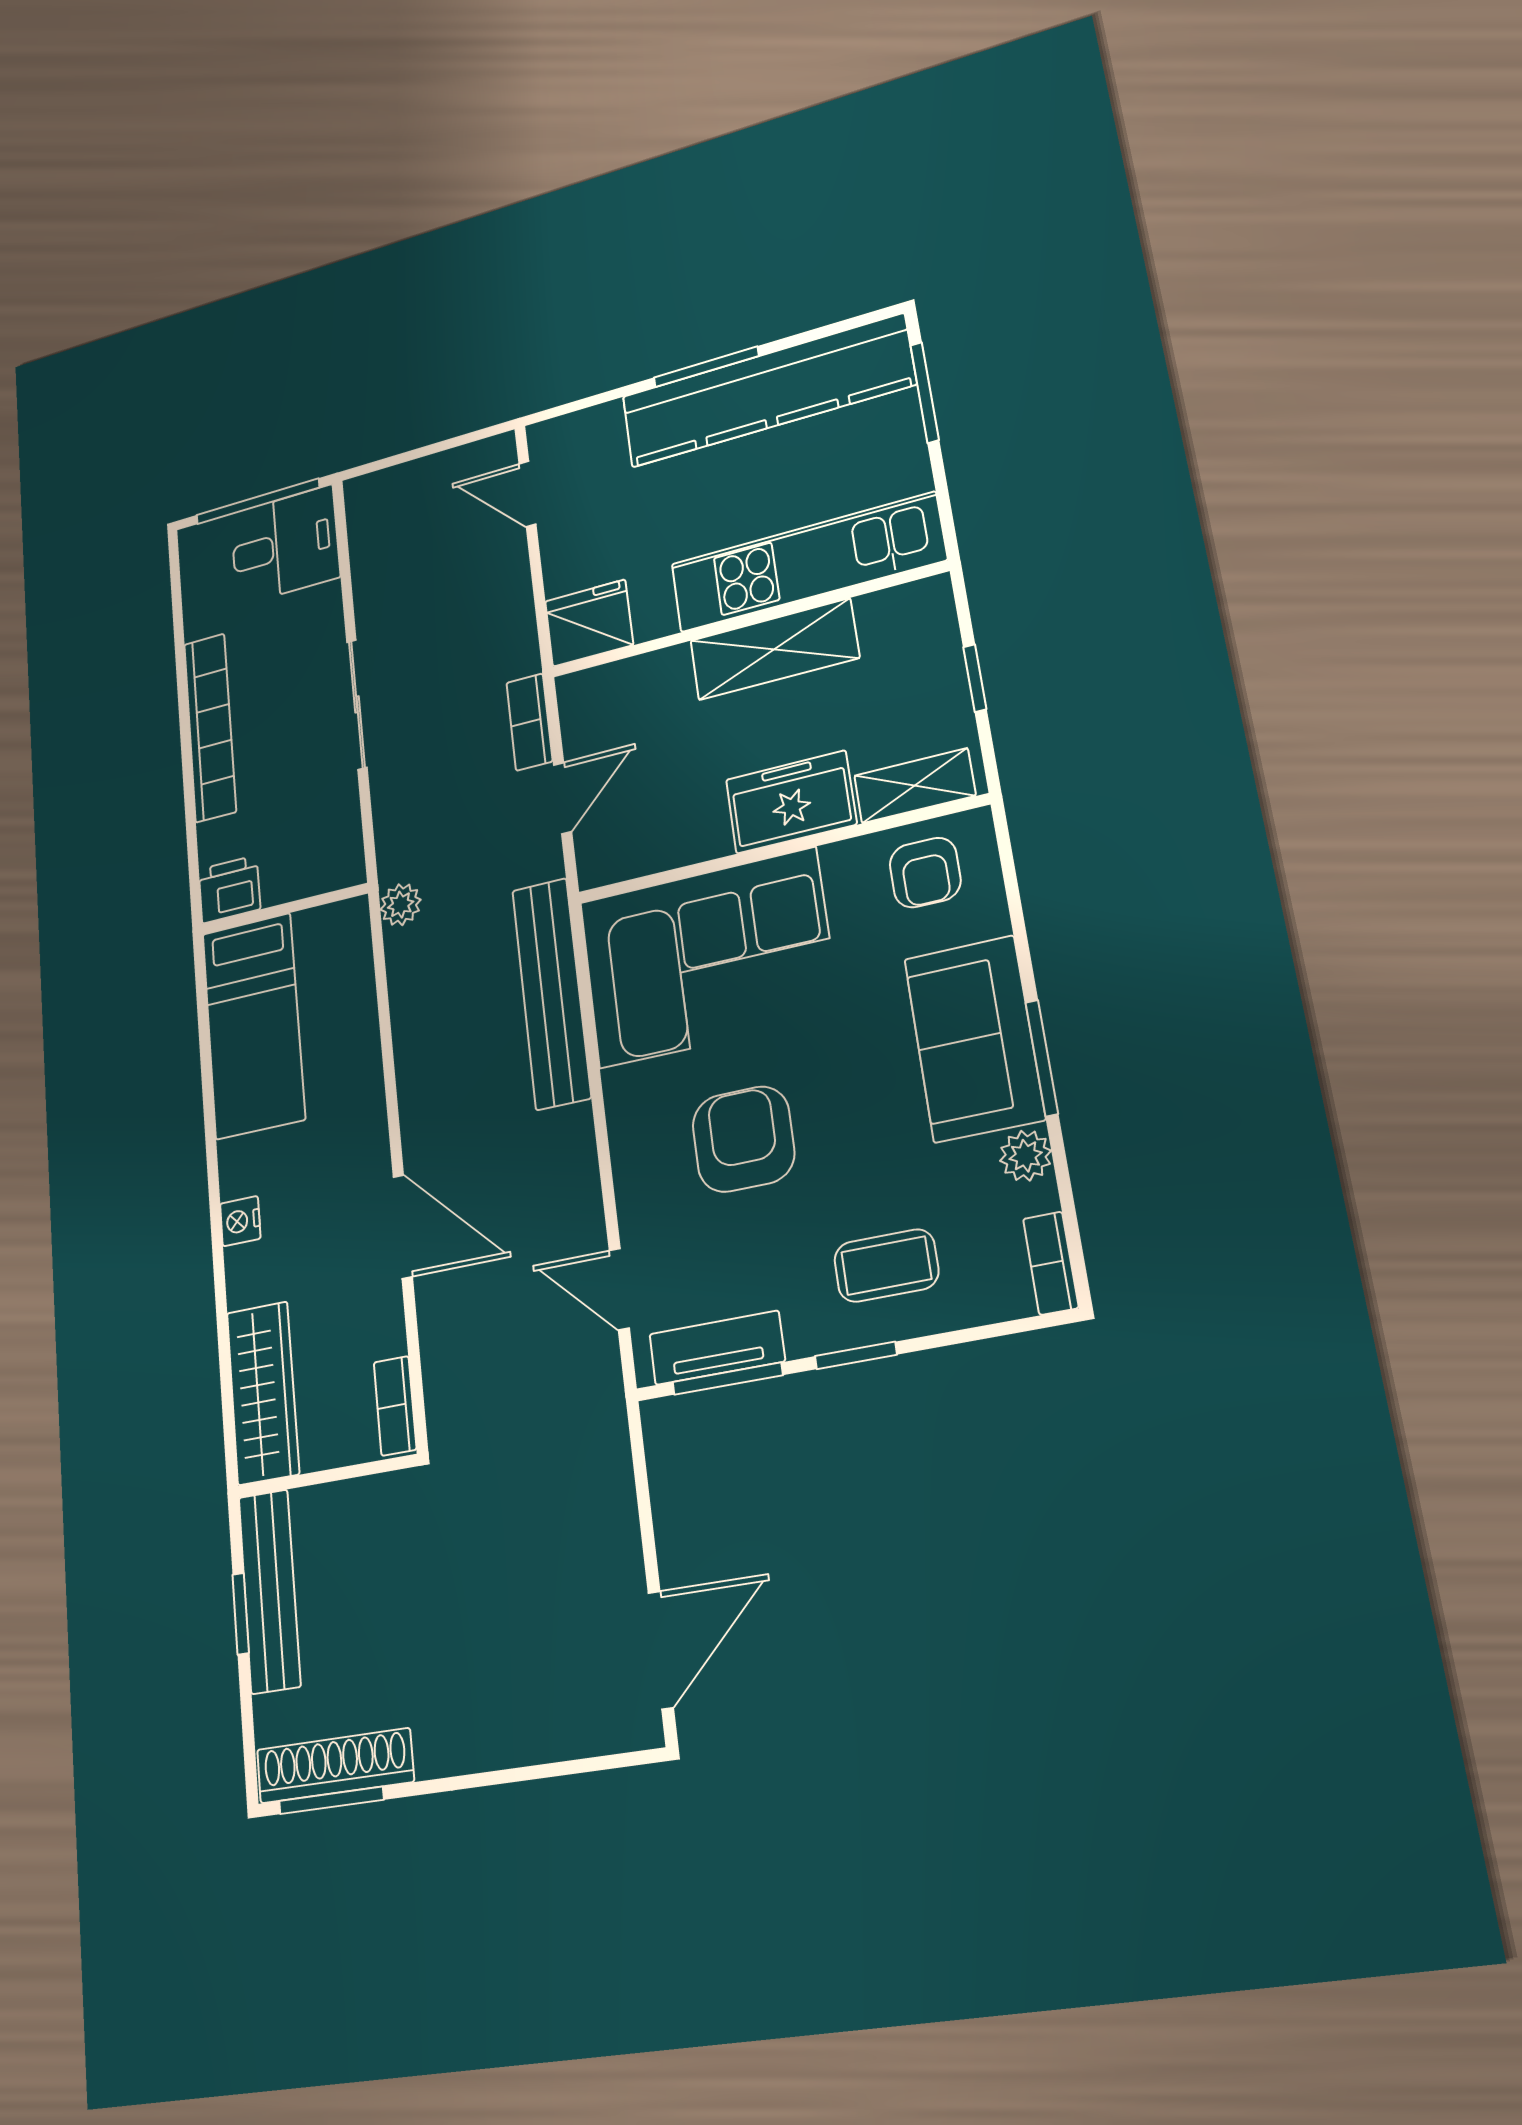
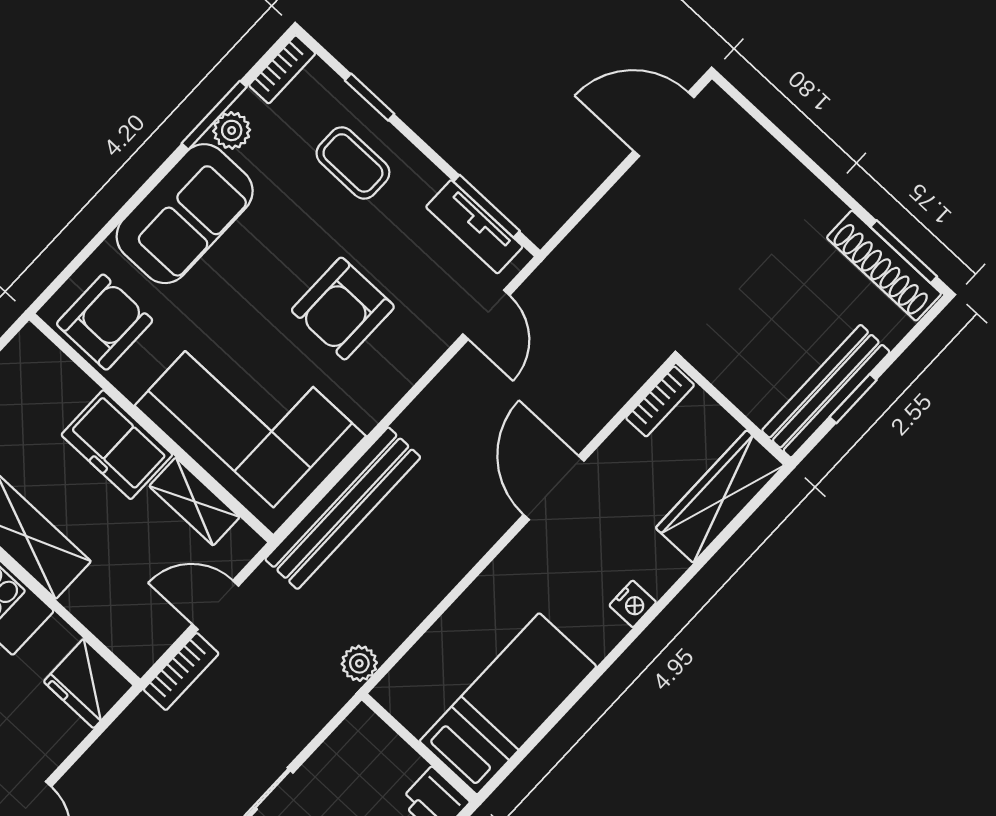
shelving: (915, 786) -> (194, 502), moved
armchair: (925, 873) -> (105, 322), width x1.38, depth x1.38
window: (1042, 1058) -> (214, 115), moved
window: (856, 1355) -> (370, 97), moved

